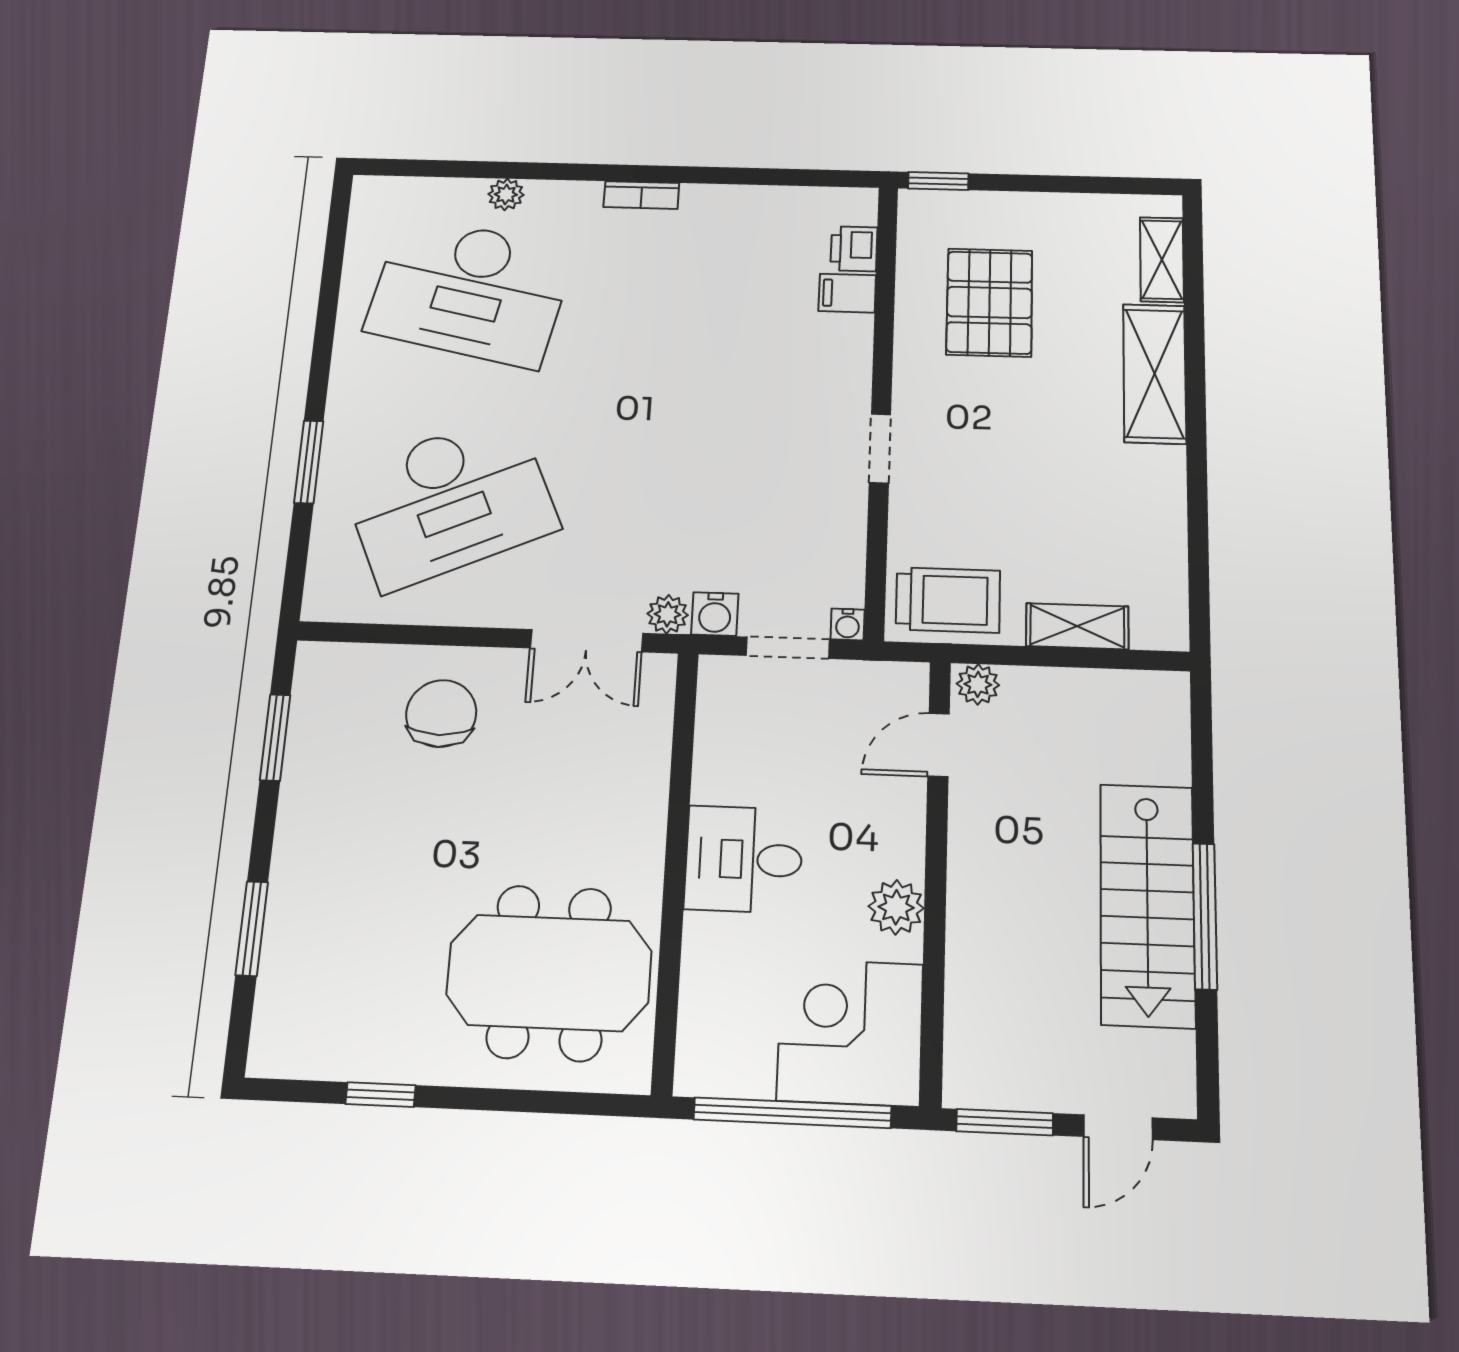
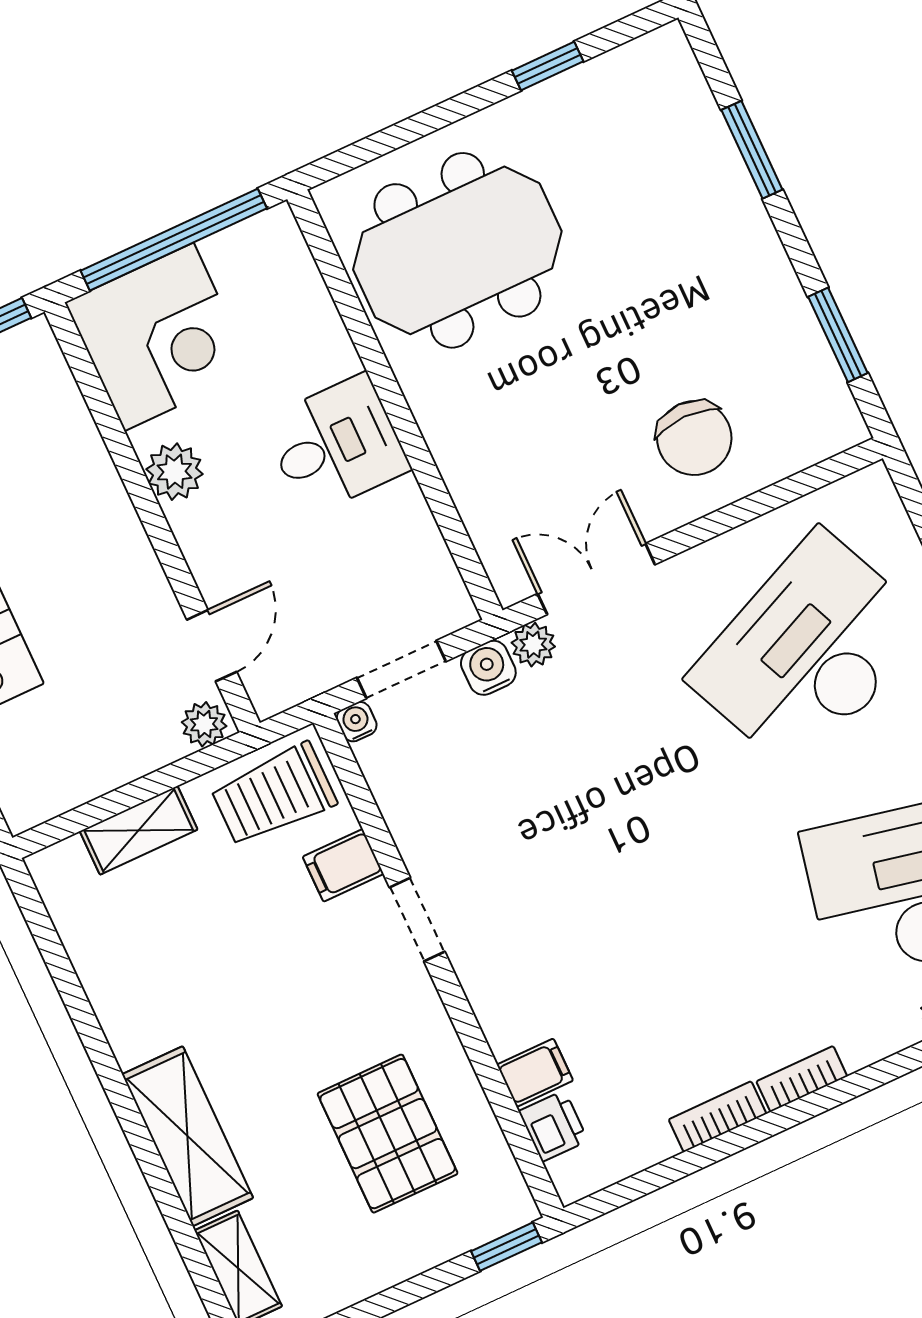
bookcase: (722, 198) -> (718, 1117), added
filing cabinet: (919, 518) -> (343, 865), added

